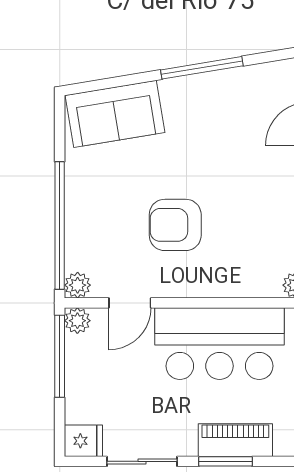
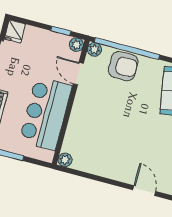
armchair: (175, 225) -> (123, 66), moved, turned 90
window: (60, 356) -> (61, 31), width x0.46

